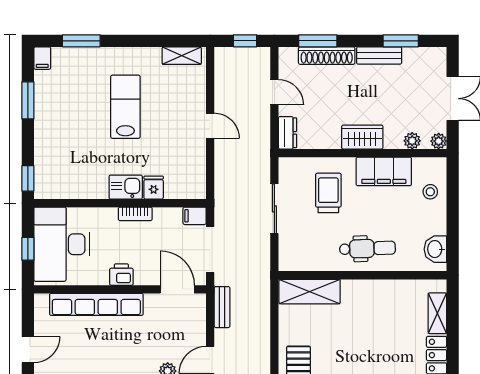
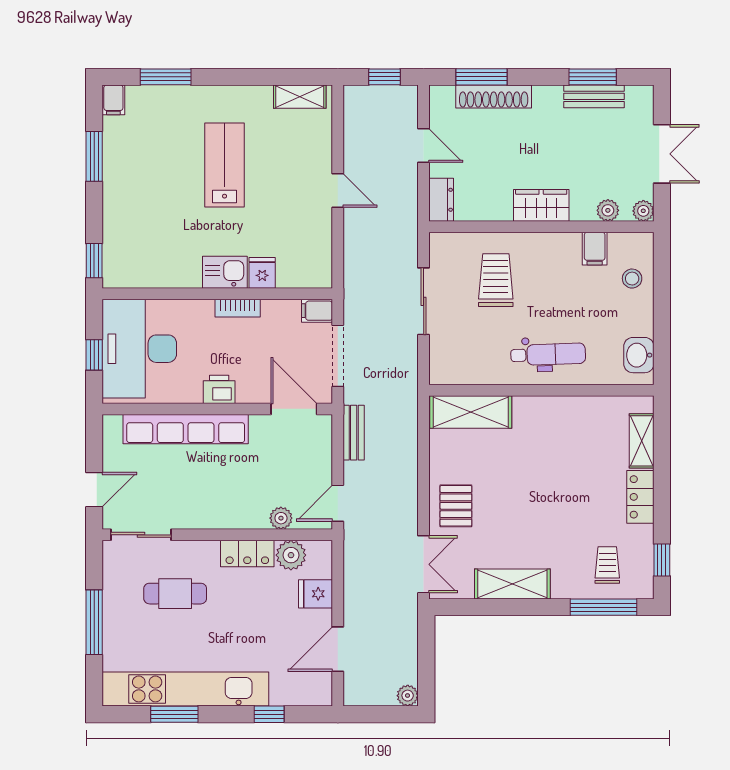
bench: (379, 55) -> (594, 96), moved
filing cabinet: (384, 171) -> (595, 249), width x0.33, depth x0.86

